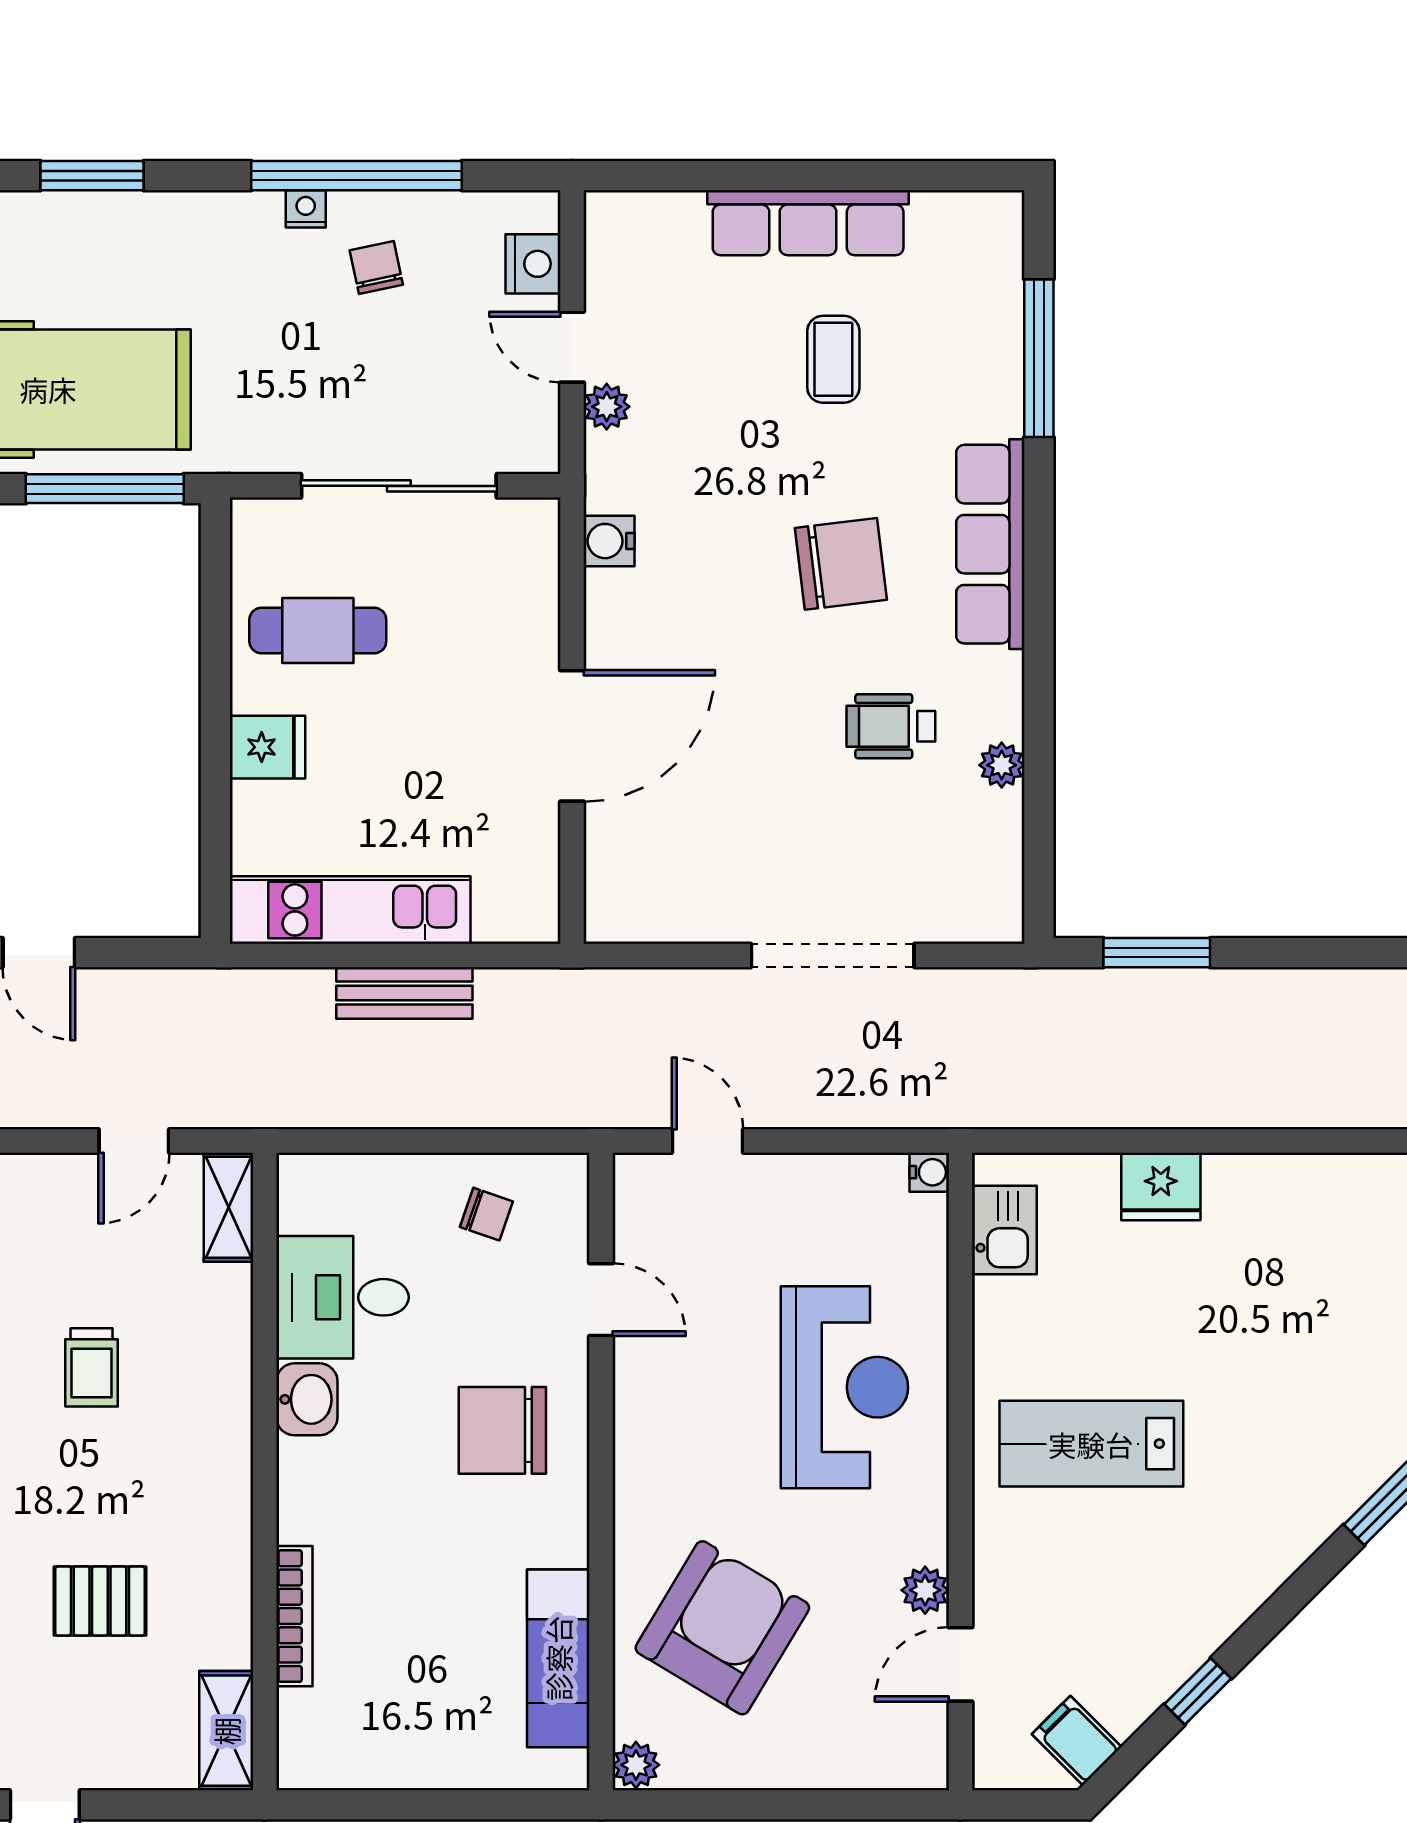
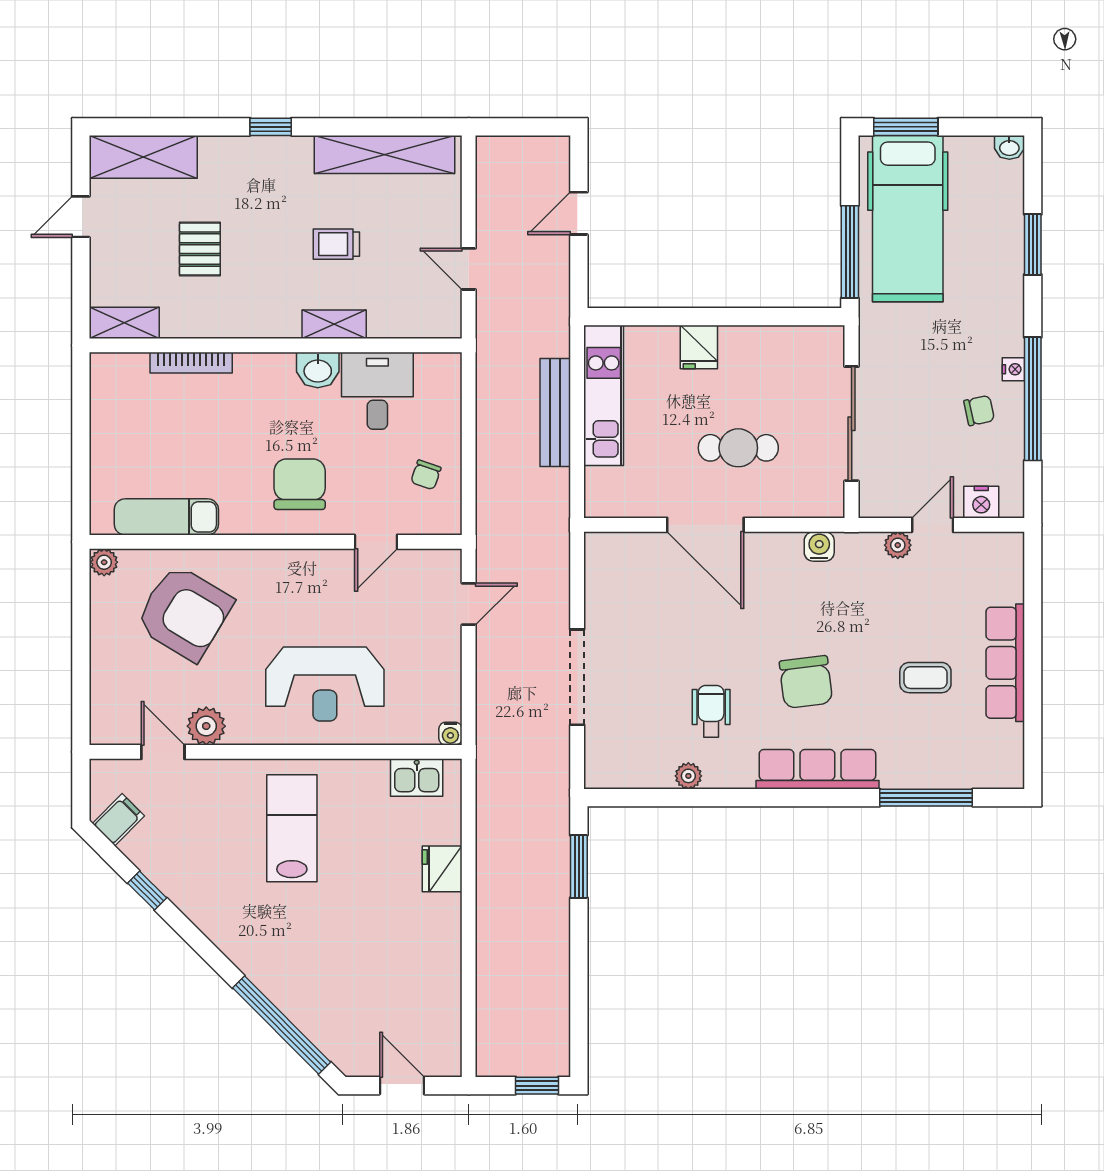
cafe table: (318, 631) -> (738, 448), moved, turned 90
bench: (404, 993) -> (555, 412), width x1.36
shelving: (229, 1207) -> (334, 324), moved
plant: (925, 1590) -> (206, 726), width x1.38, depth x1.38

